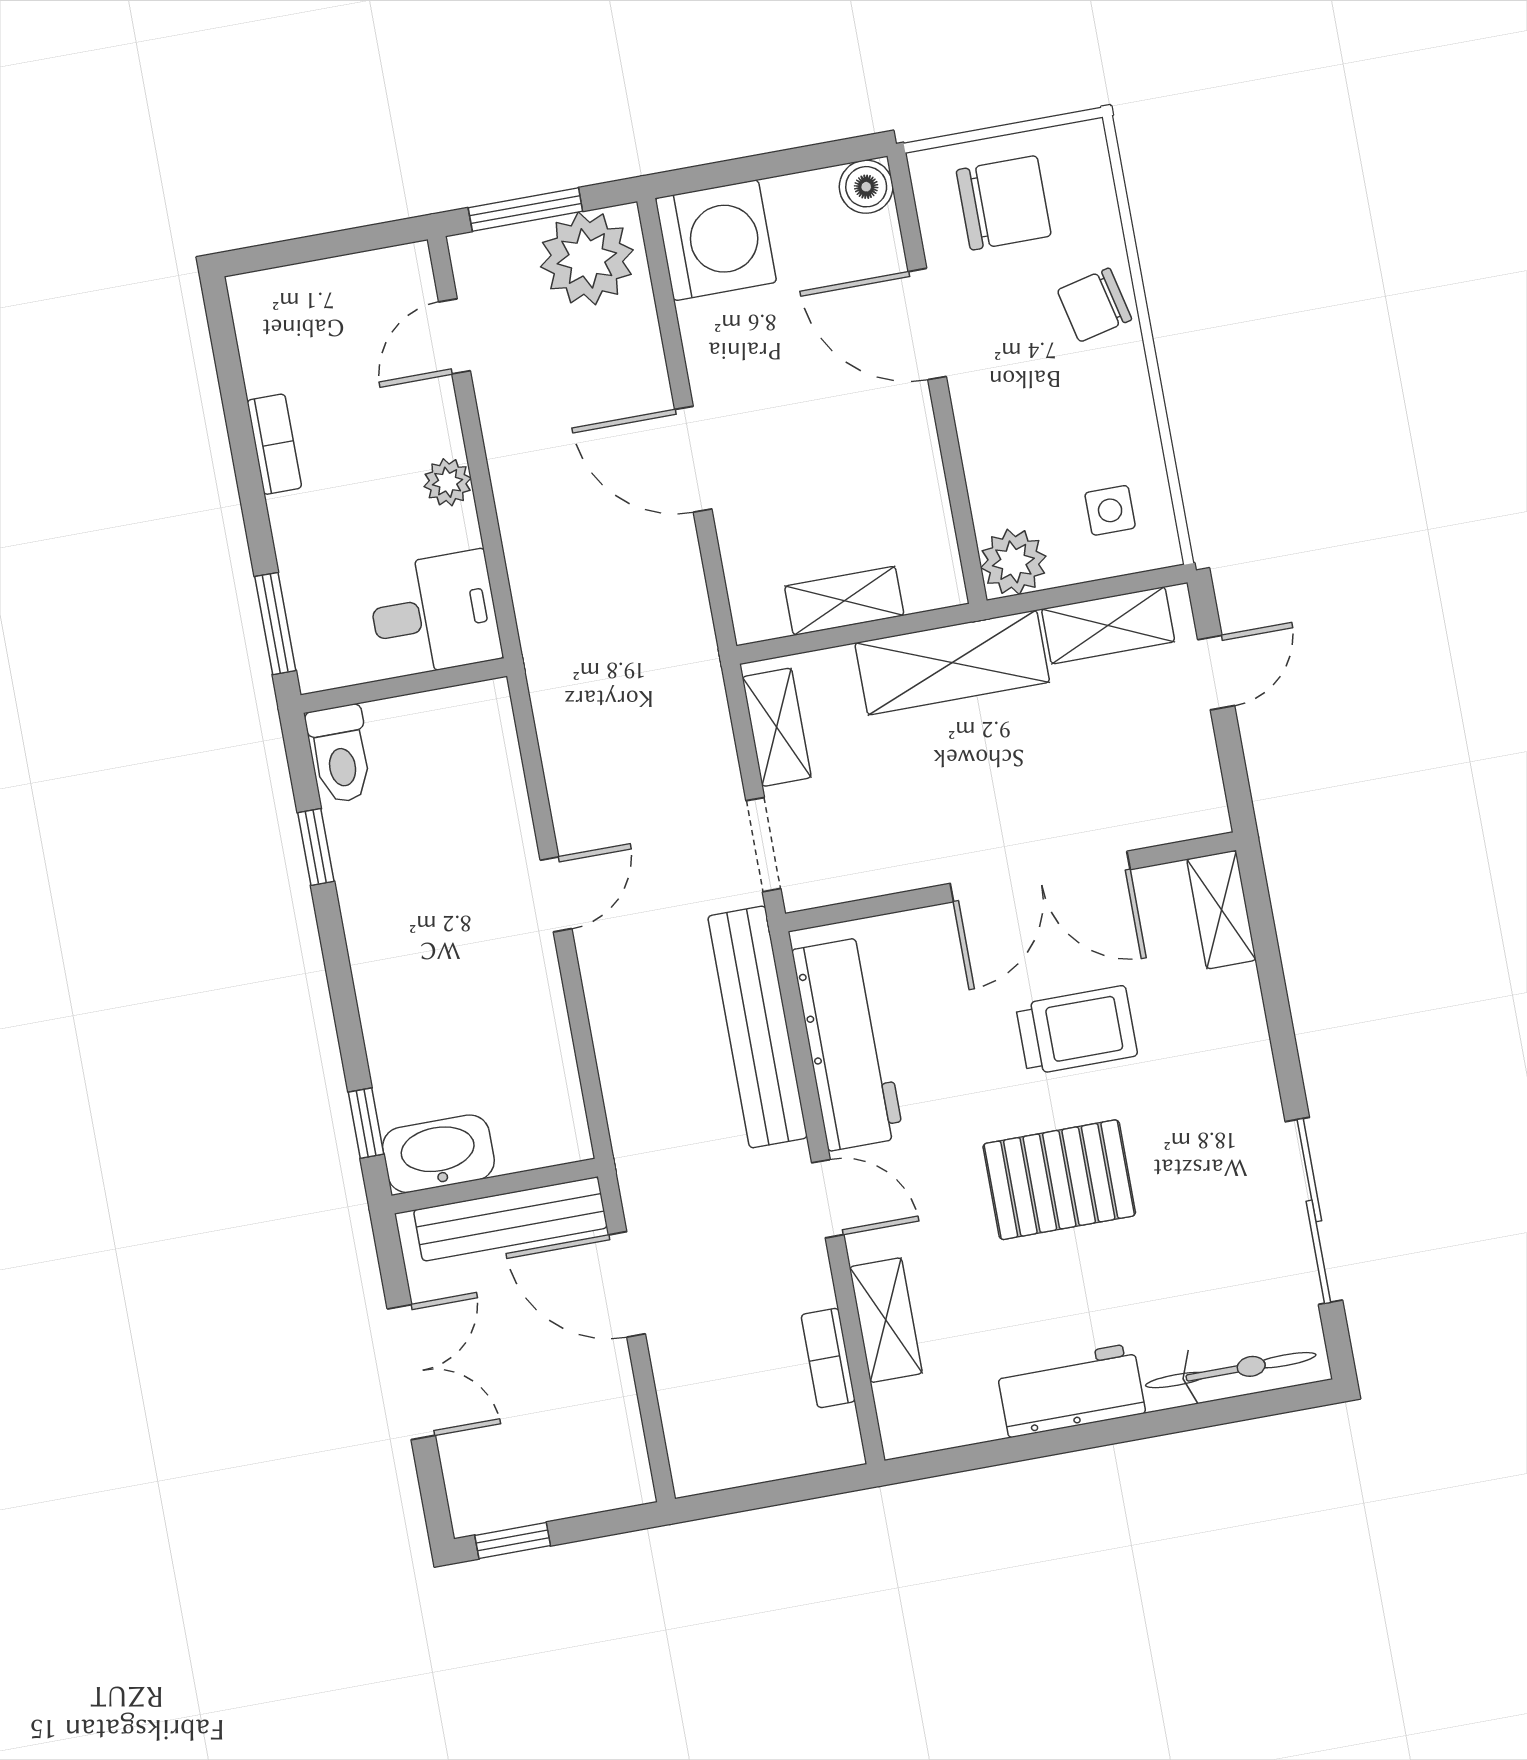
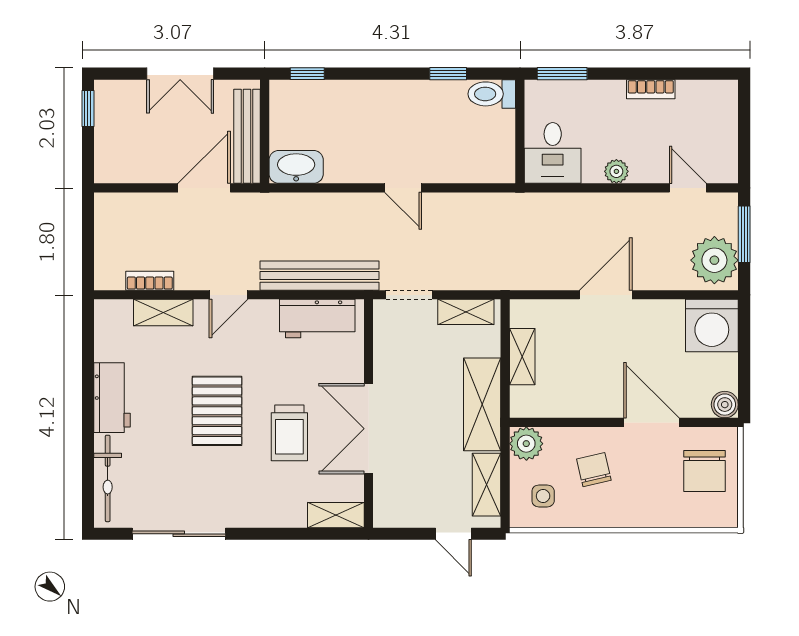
chair: (1095, 305) -> (594, 470), moved
door: (927, 324) -> (651, 422), hinge flipped
workbench: (848, 1044) -> (317, 319), width x0.73
washbasin: (438, 1154) -> (296, 167), moved, turned -90

